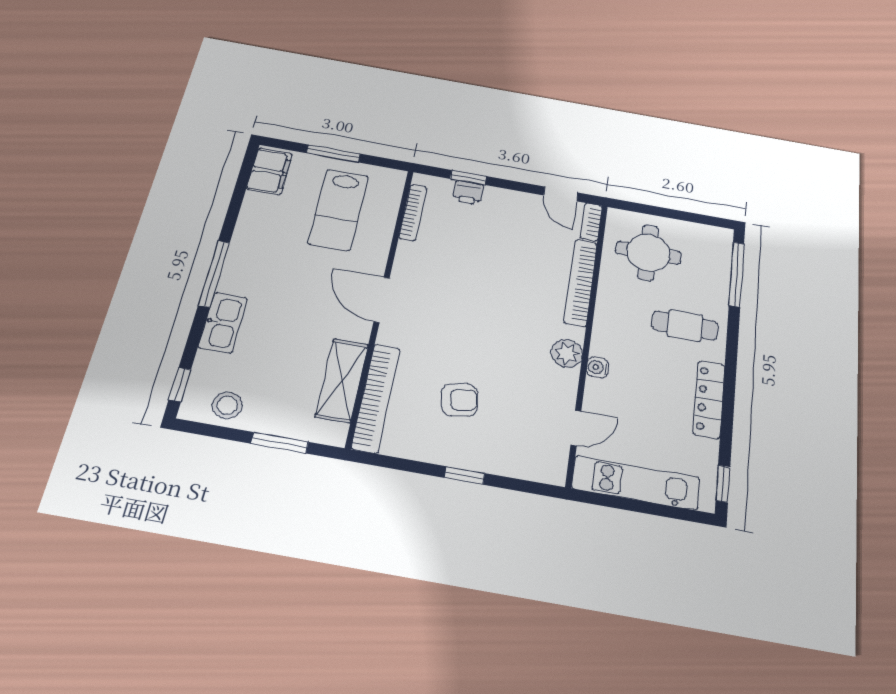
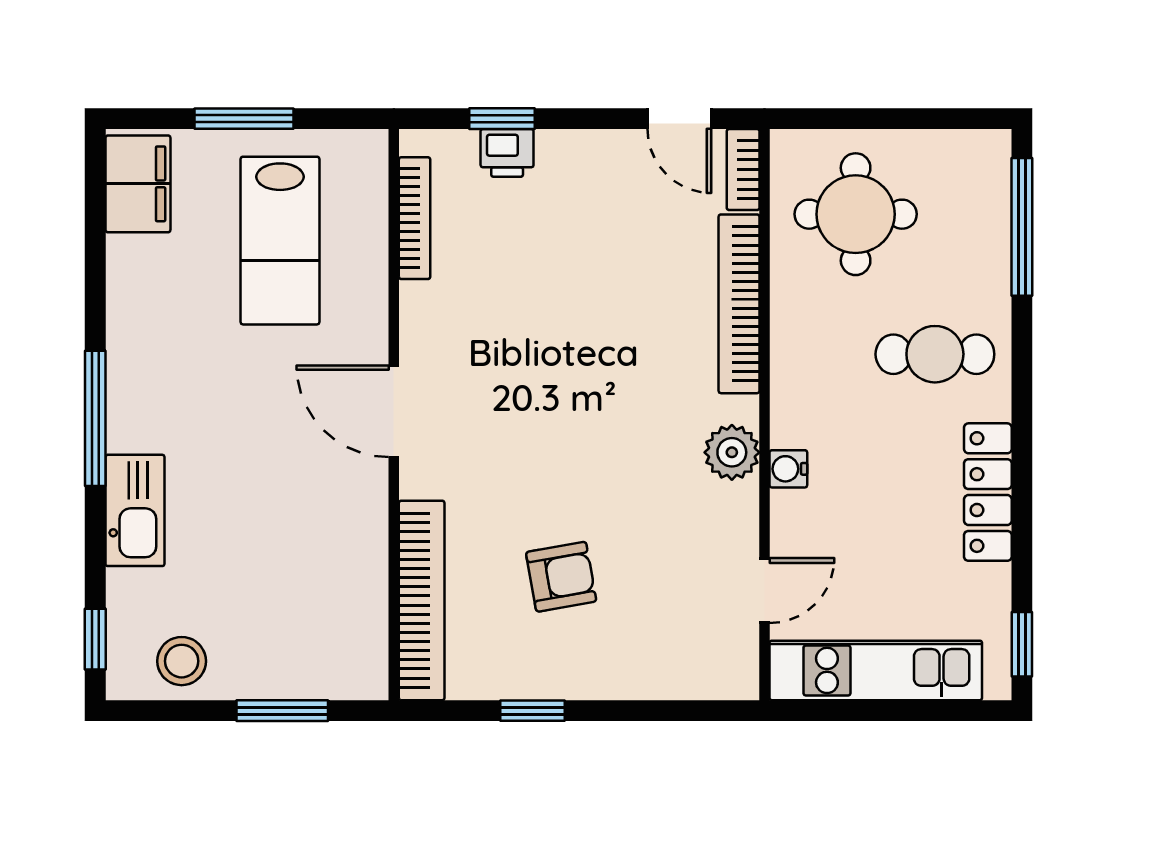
shelving: (342, 380) -> (358, 579), removed
window: (465, 475) -> (533, 711), moved

